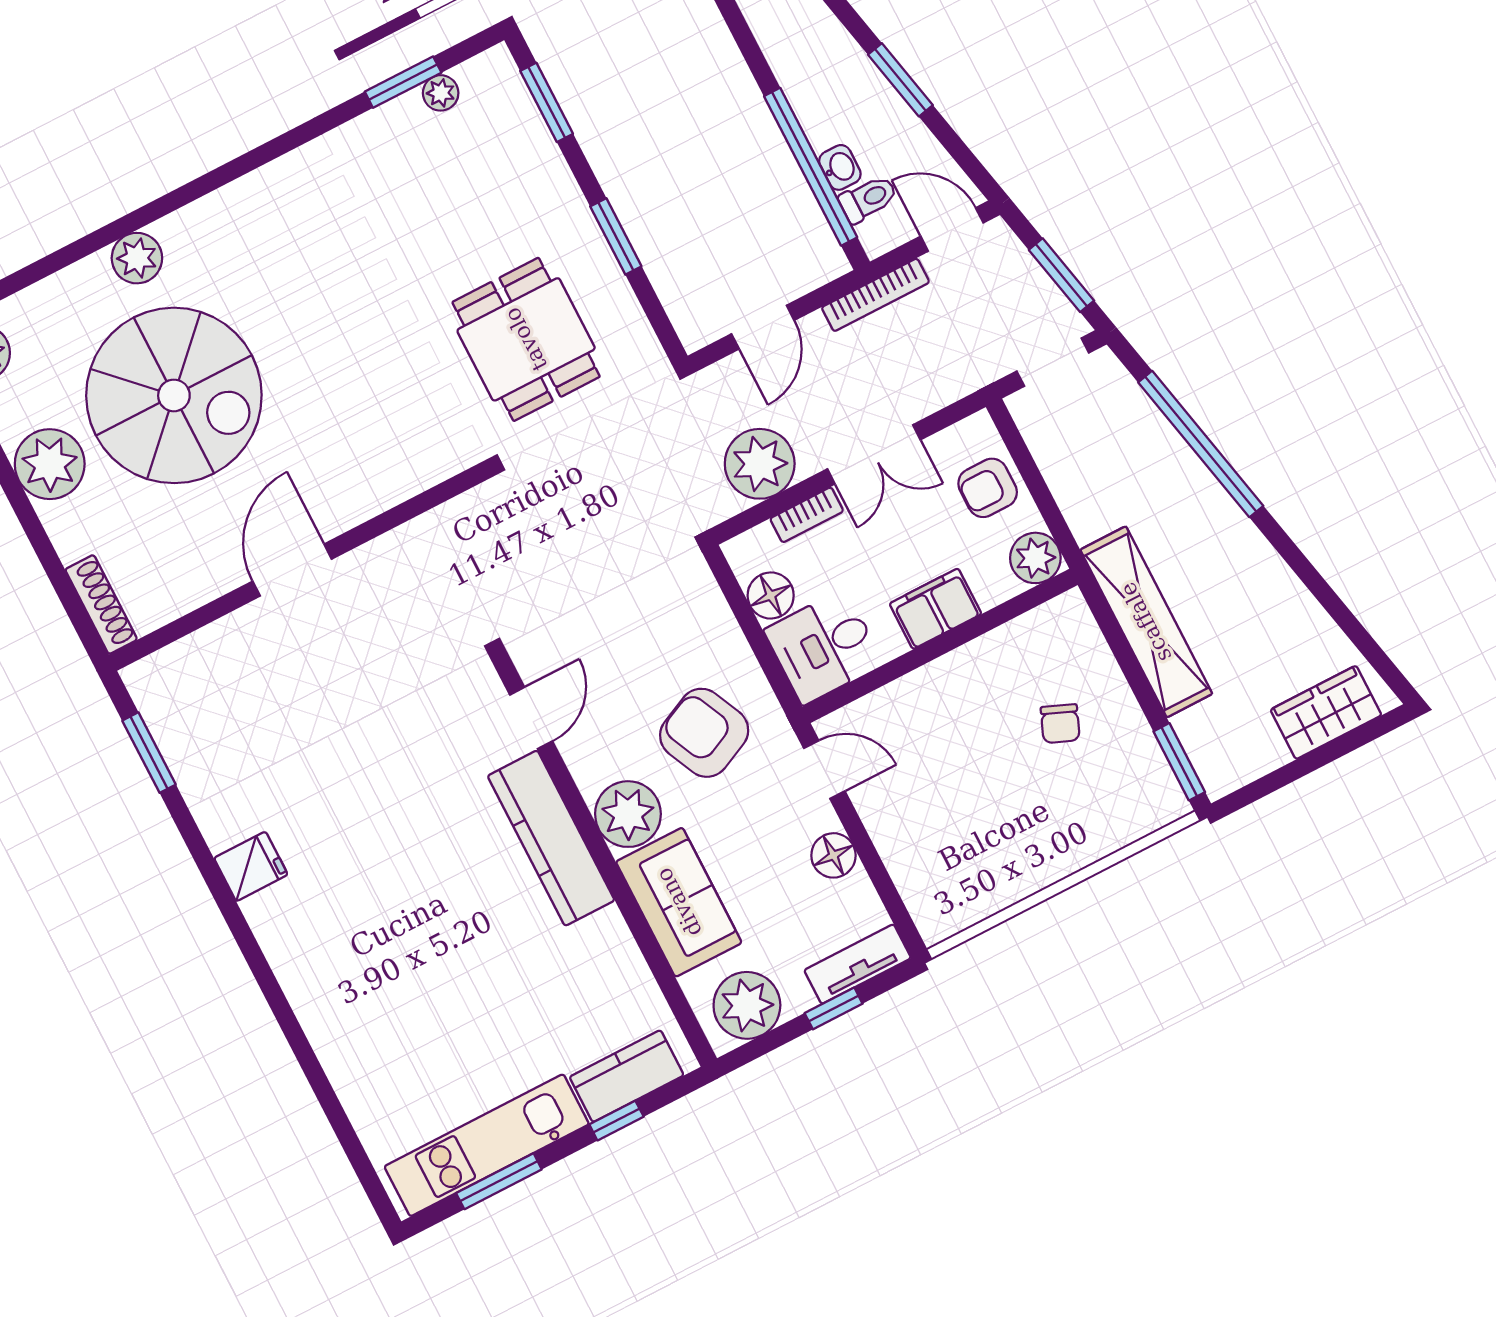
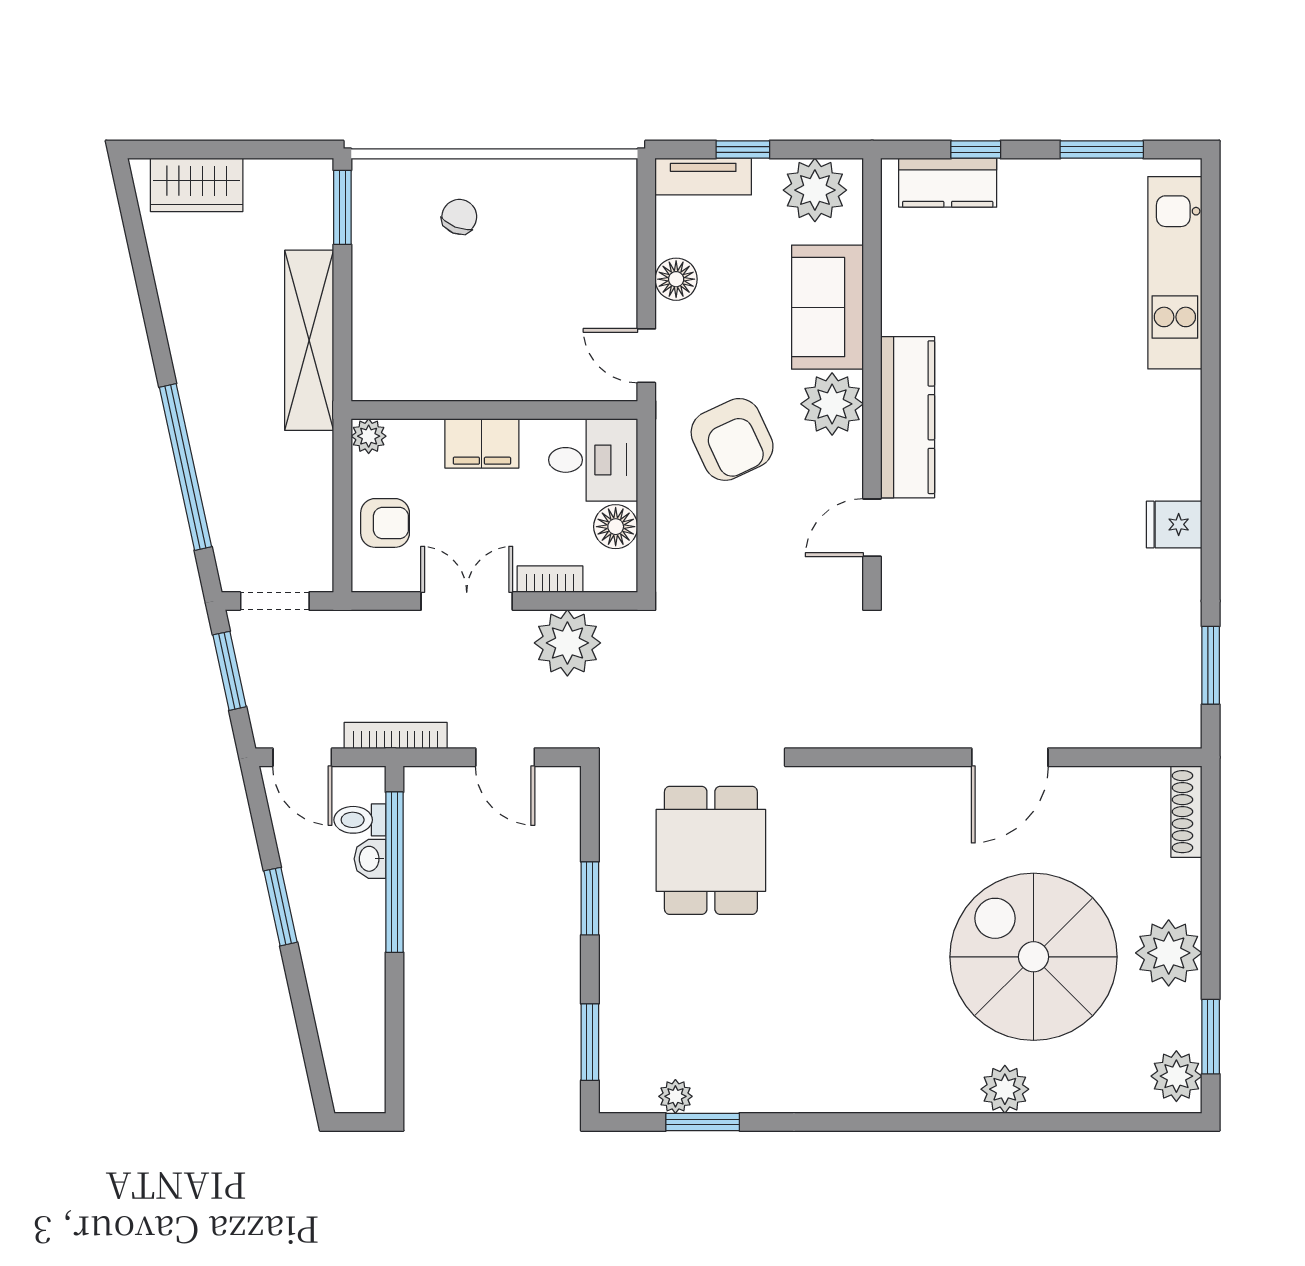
door: (763, 327) -> (505, 757), swing flipped
plant: (1035, 558) -> (369, 436), width x0.73, depth x0.73
chair: (1060, 724) -> (459, 217), moved
kitchen unit: (487, 1145) -> (1175, 273), moved, turned 90

